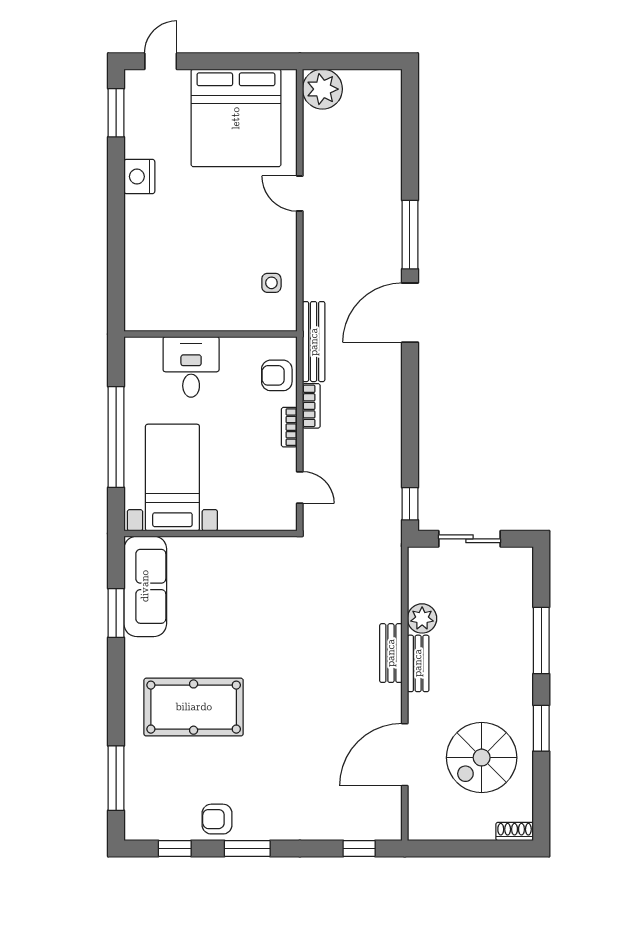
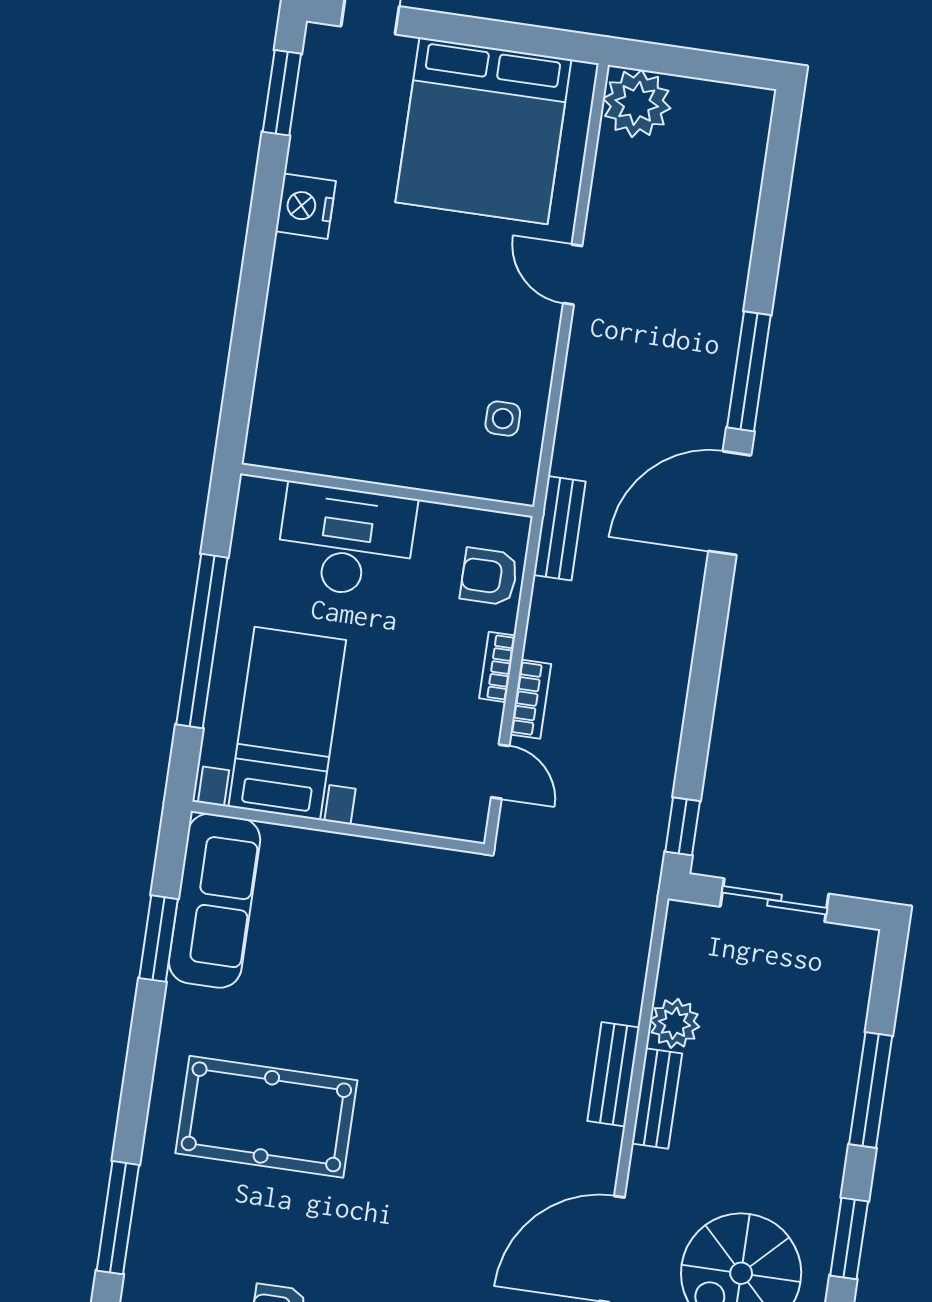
bench: (314, 342) -> (560, 528), width x0.73
desk: (191, 367) -> (346, 541), width x1.37
bookcase: (311, 406) -> (531, 699), moved

